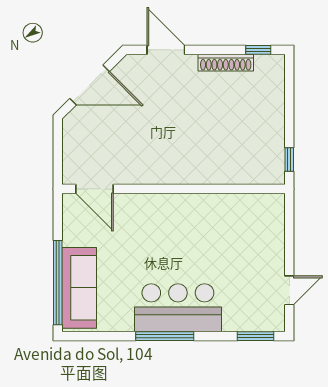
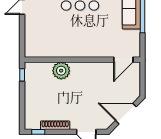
plant: (214, 168) -> (61, 71), added
door: (94, 189) -> (123, 60), swing flipped

